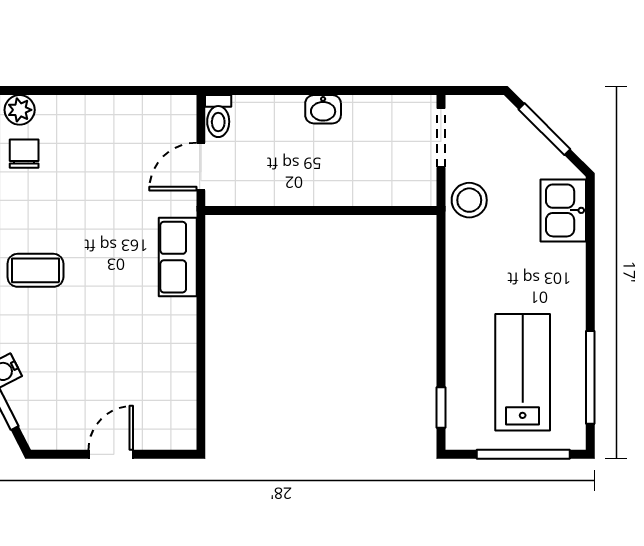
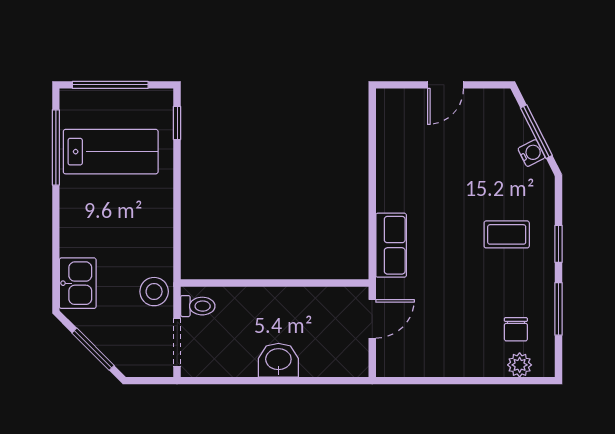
washbasin: (323, 109) -> (278, 360), width x1.38, depth x1.45
toilet: (218, 116) -> (198, 306), moved, turned 90
lab bench: (523, 372) -> (111, 152), turned -90

